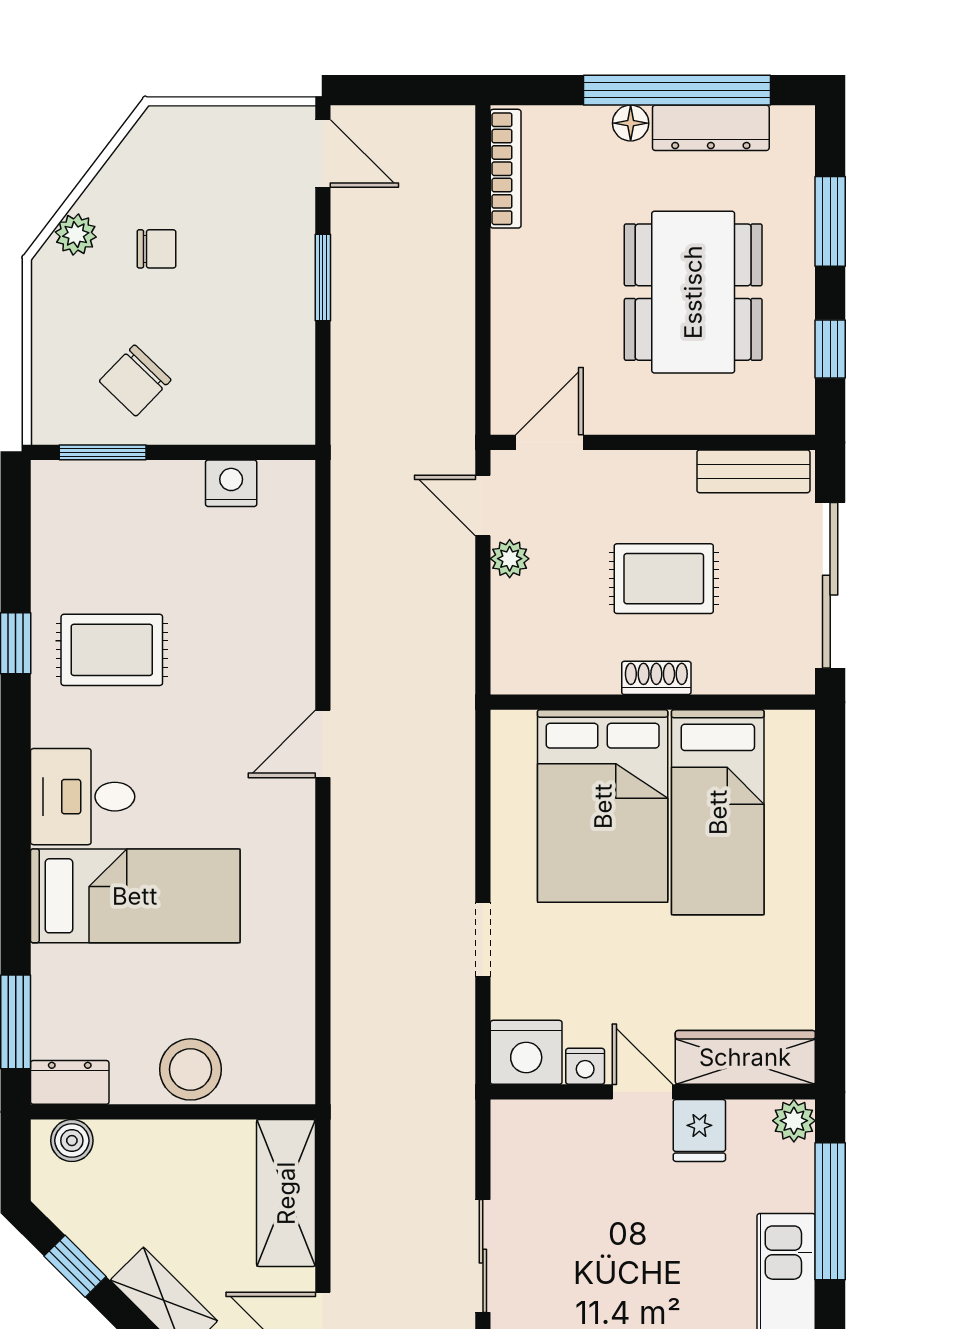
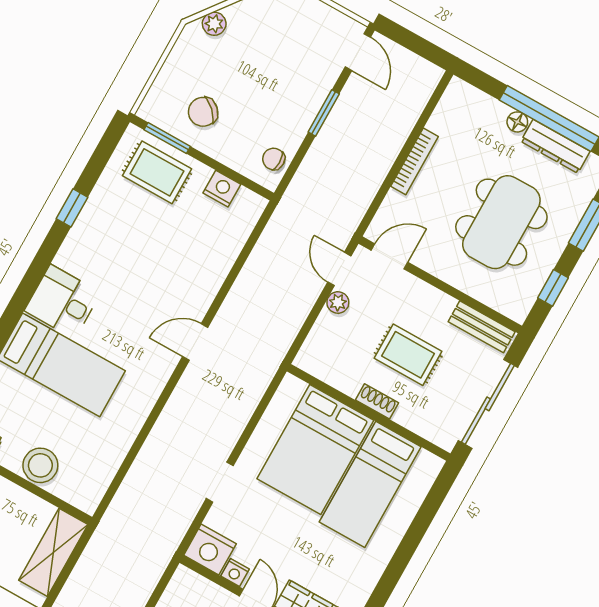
bookcase: (506, 169) -> (414, 161), moved
chair: (157, 249) -> (274, 159), moved, turned 180
rug: (112, 650) -> (157, 172), moved

